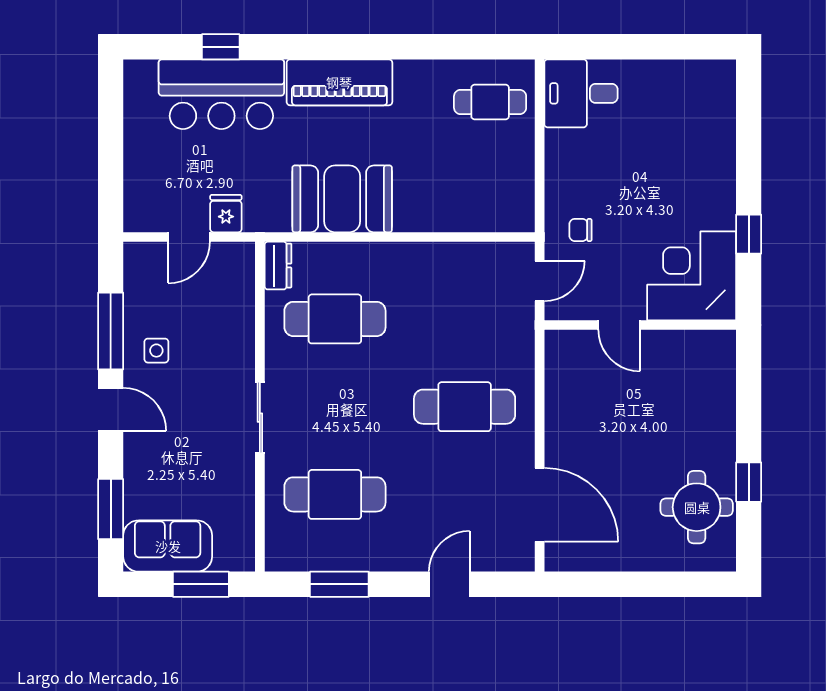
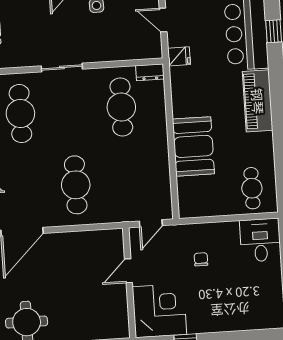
booth: (342, 199) -> (193, 146), moved
fridge: (226, 214) -> (179, 56), moved
chair: (581, 230) -> (201, 259), moved
door: (540, 281) -> (151, 223), hinge flipped

